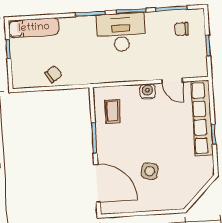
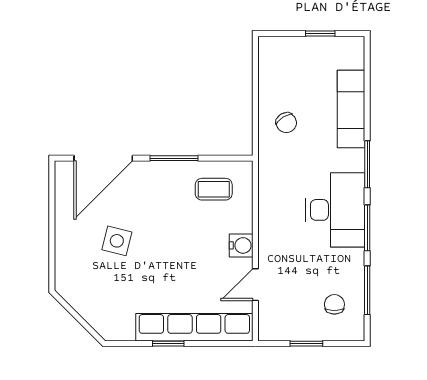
exam couch: (34, 28) -> (351, 109), moved
chair: (53, 74) -> (286, 123), moved

